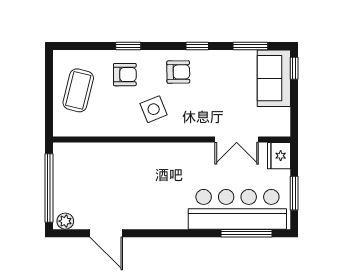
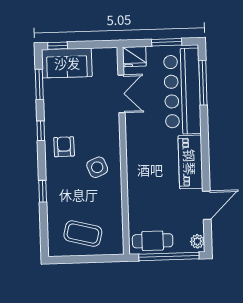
armchair: (125, 75) -> (68, 193), removed
cafe table: (67, 170) -> (153, 241), added
piano: (156, 216) -> (190, 162), added

